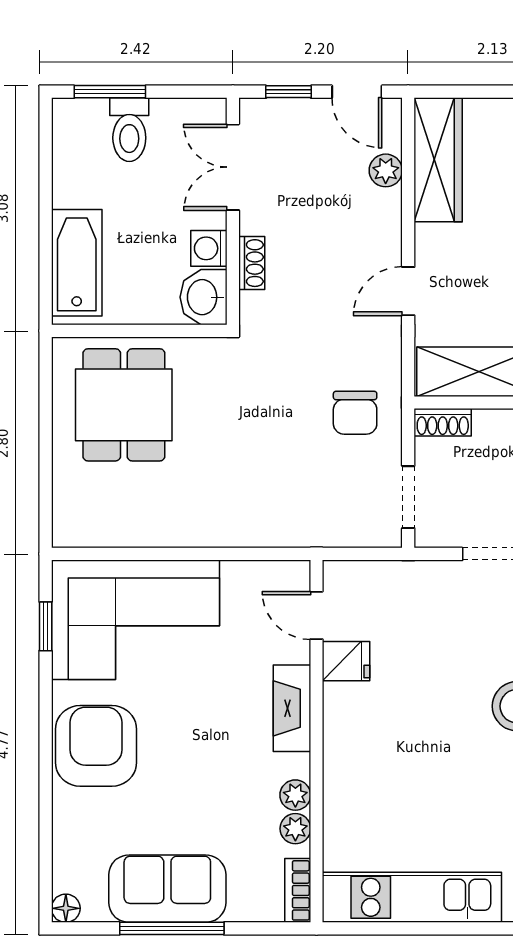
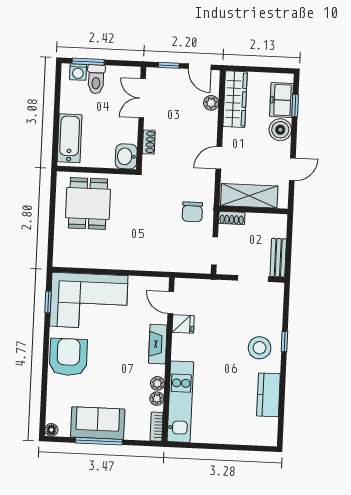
washing machine: (209, 248) -> (78, 72), moved, turned -90
kitchen unit: (412, 897) -> (180, 402), moved, turned 90

